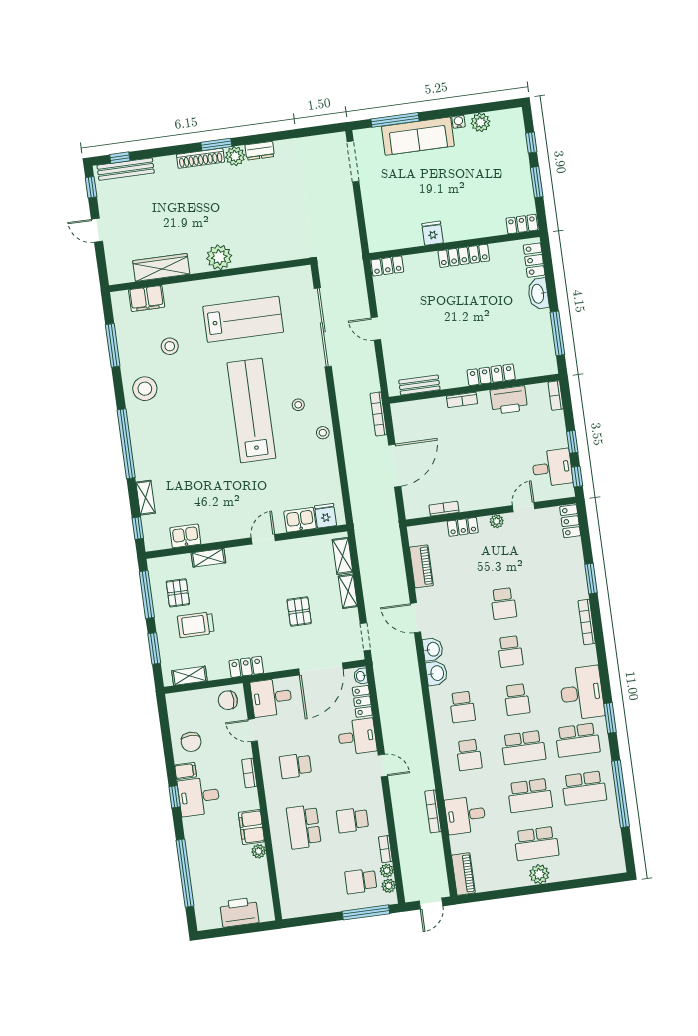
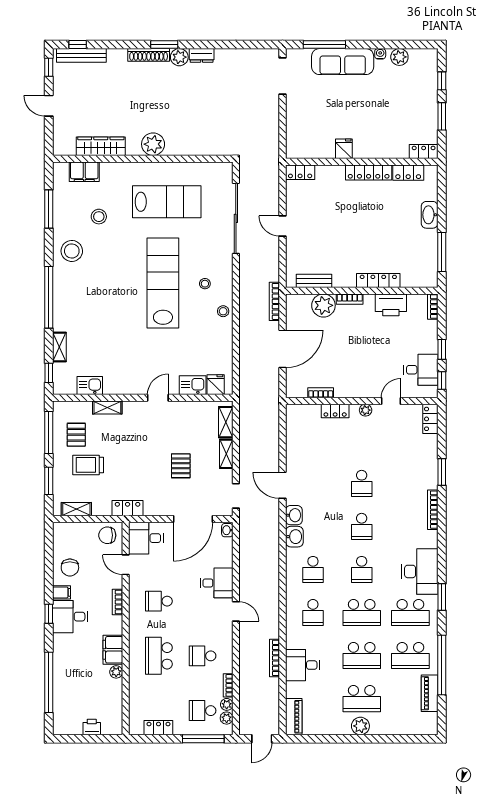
locker: (534, 260) -> (408, 173), moved, turned -90
plant: (434, 411) -> (323, 305), added
piano: (421, 566) -> (430, 693), moved, turned 180
locker: (362, 701) -> (158, 728), moved, turned 90
printer: (239, 912) -> (92, 727), width x0.53, depth x0.68

